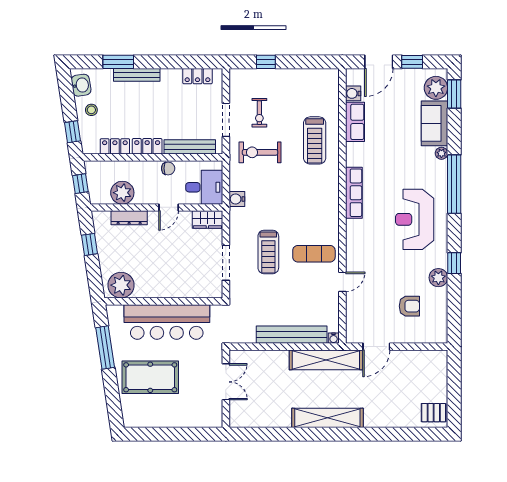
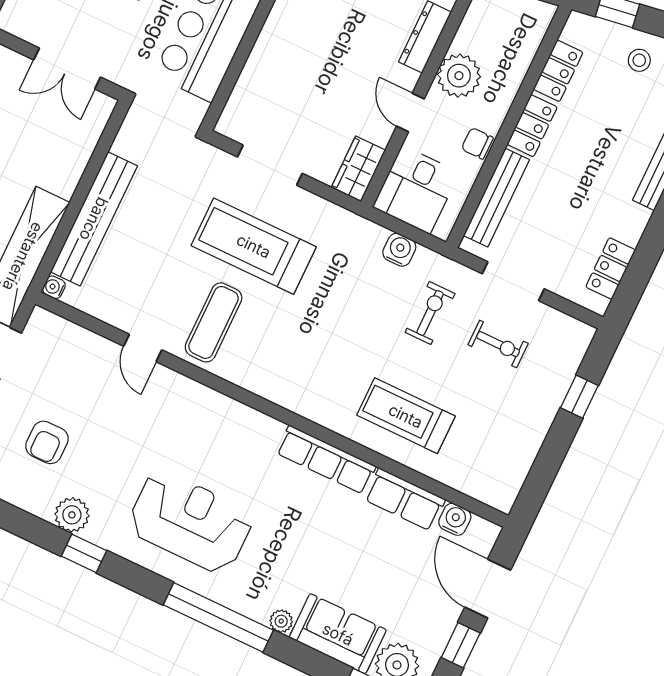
exercise bike: (259, 113) -> (498, 344), turned 180
exercise bike: (260, 152) -> (430, 313), width x0.73, depth x0.72
chair: (168, 168) -> (477, 143), turned 90
plant: (122, 193) -> (459, 76), moved
row of seats: (354, 193) -> (326, 460), moved
water cooler: (237, 199) -> (399, 250), moved
treadmill: (268, 252) -> (254, 246), width x1.37, depth x1.38

